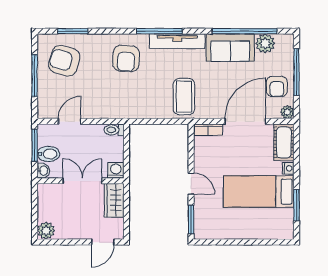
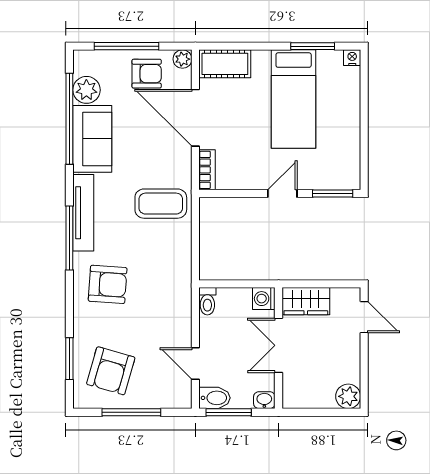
bidet: (48, 154) -> (215, 398), moved, turned 90
nightstand: (288, 168) -> (352, 58), moved

